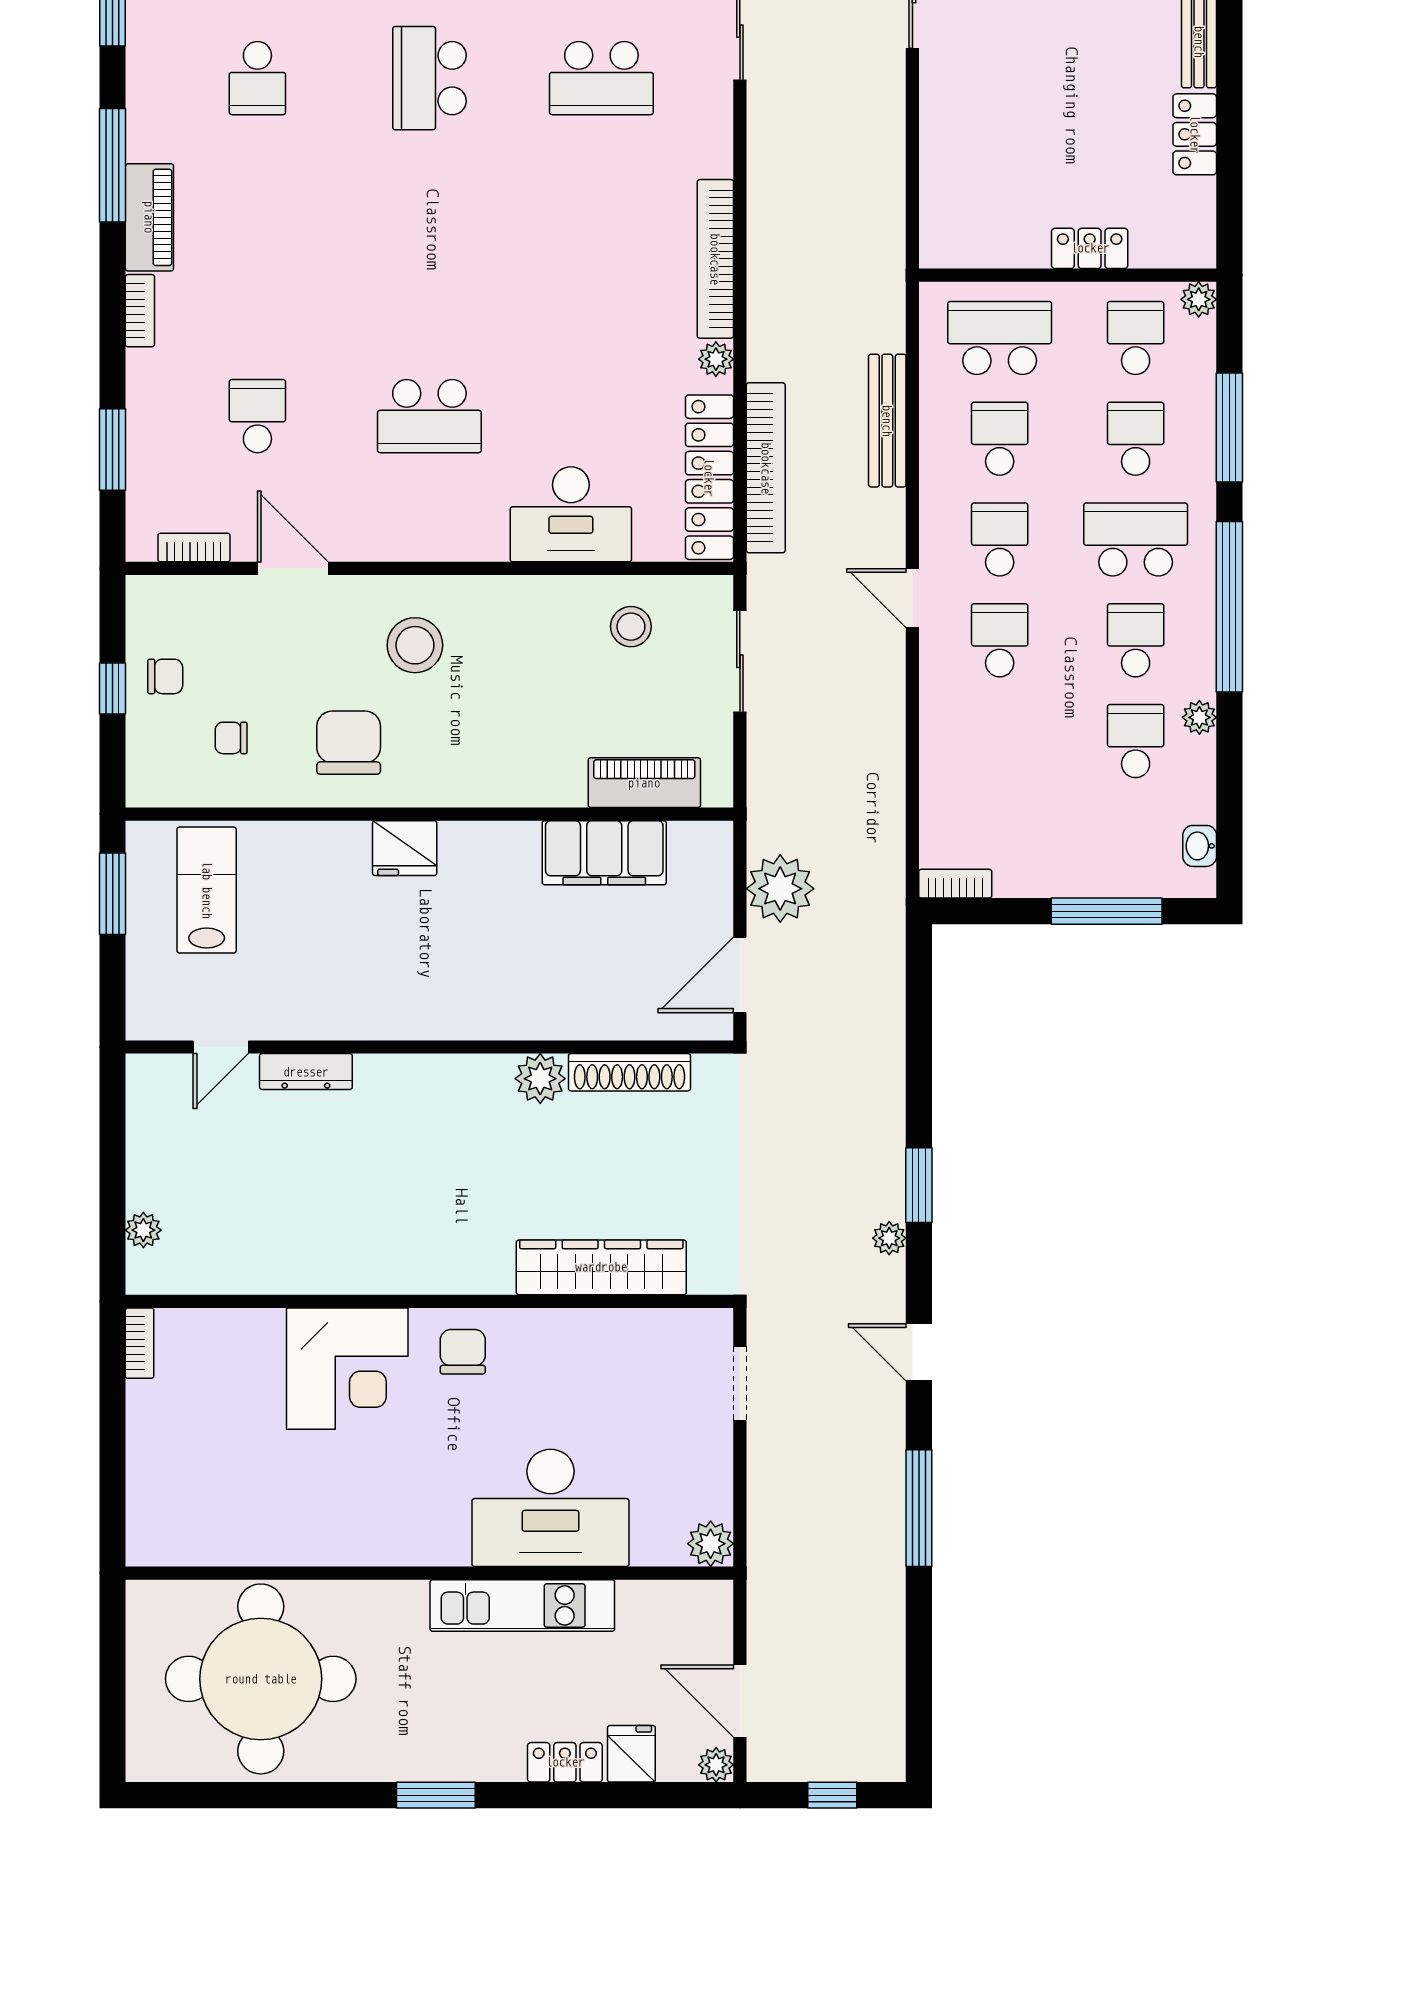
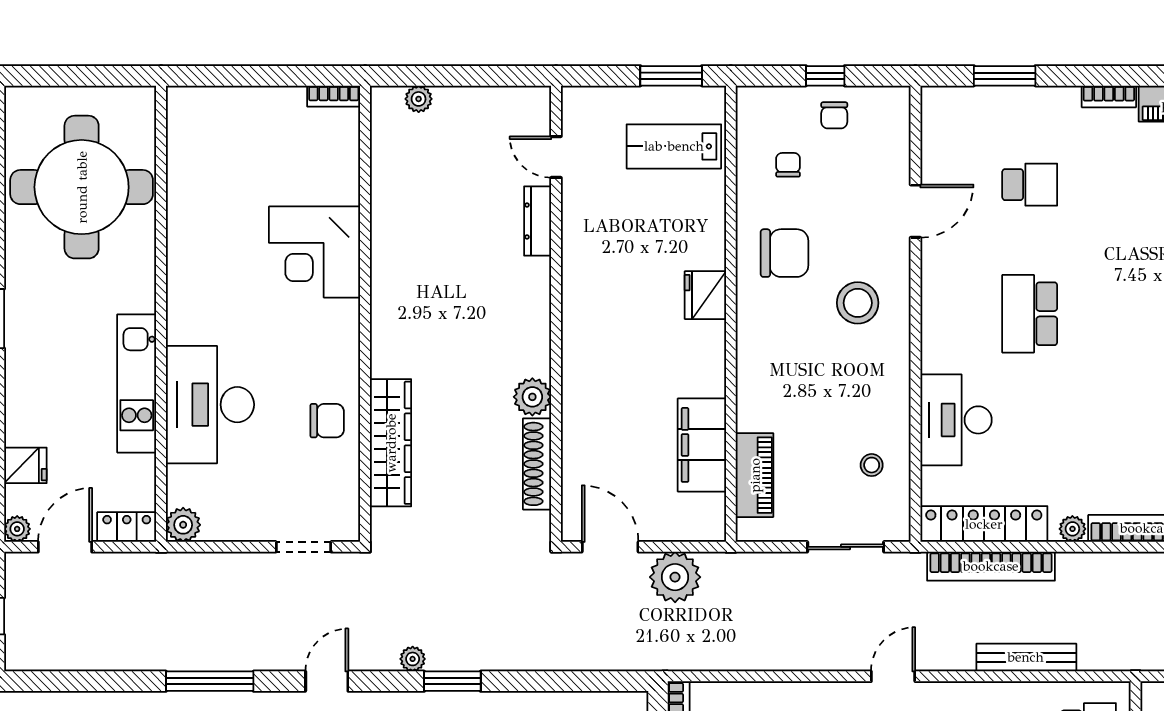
bookcase: (194, 547) -> (931, 137), removed
stool: (631, 627) -> (872, 465), width x0.73, depth x0.73
lab bench: (207, 890) -> (674, 146), turned 180
chair: (463, 1352) -> (327, 421), moved
locker: (565, 1762) -> (127, 527), moved, turned -90

